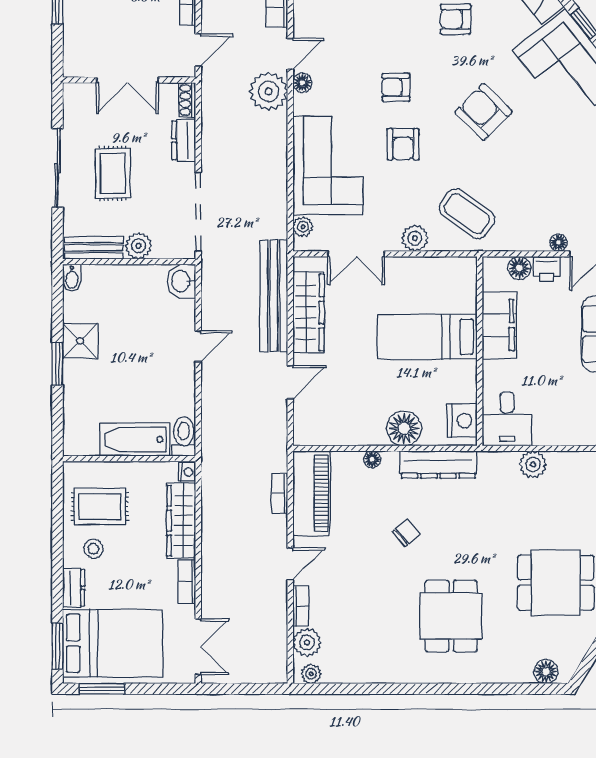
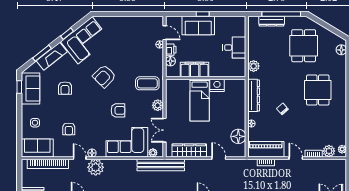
armchair: (396, 87) -> (69, 129), moved
coffee table: (467, 214) -> (147, 83), turned 54
double door: (356, 254) -> (164, 130), swing flipped
bench: (274, 296) -> (161, 165), moved
desk: (507, 419) -> (234, 48), moved
nightstand: (462, 421) -> (217, 85), moved
floor lamp: (404, 428) -> (238, 136), moved
plant: (533, 464) -> (254, 66), moved
dining table: (451, 616) -> (318, 90), turned 90

